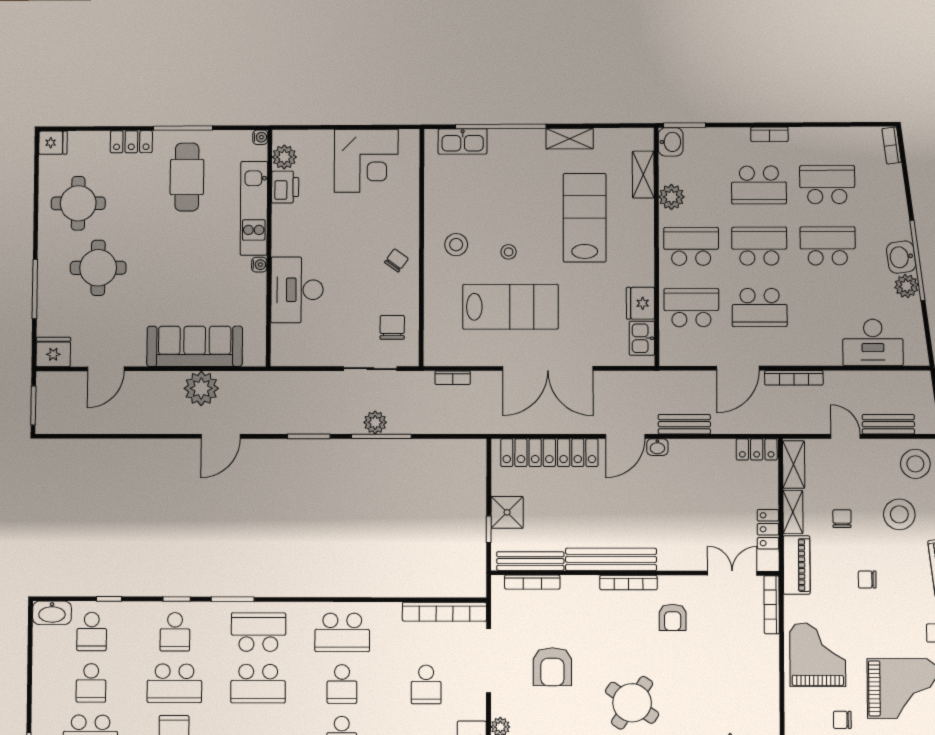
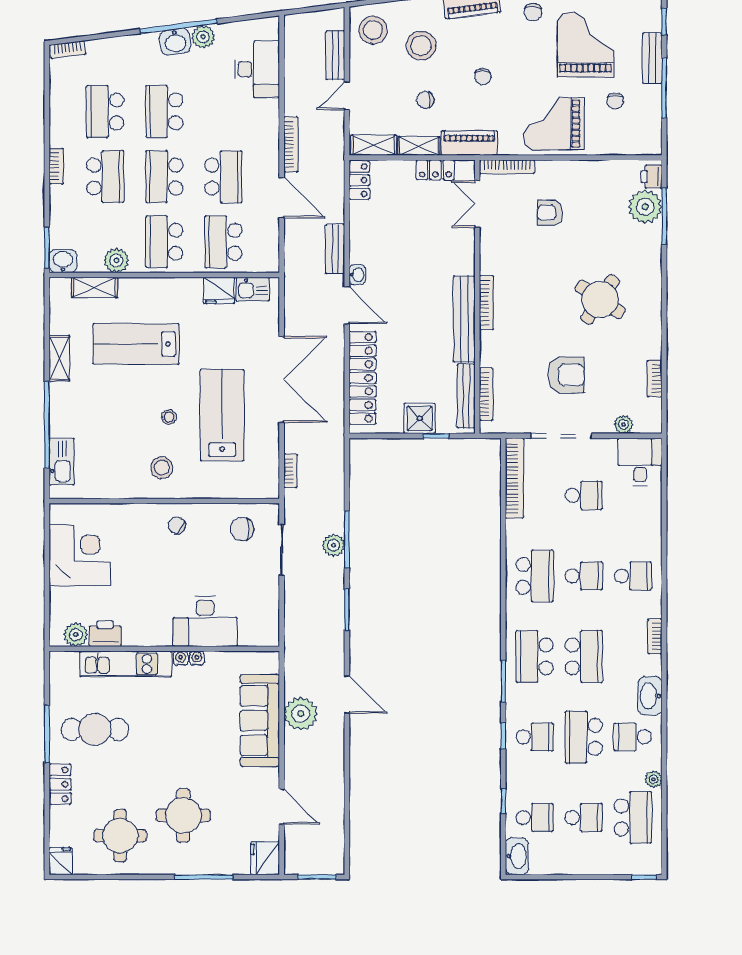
water cooler: (260, 137) -> (197, 658), moved
armchair: (673, 617) -> (550, 213), moved, turned 180
school desk: (174, 683) -> (584, 737), turned 180

